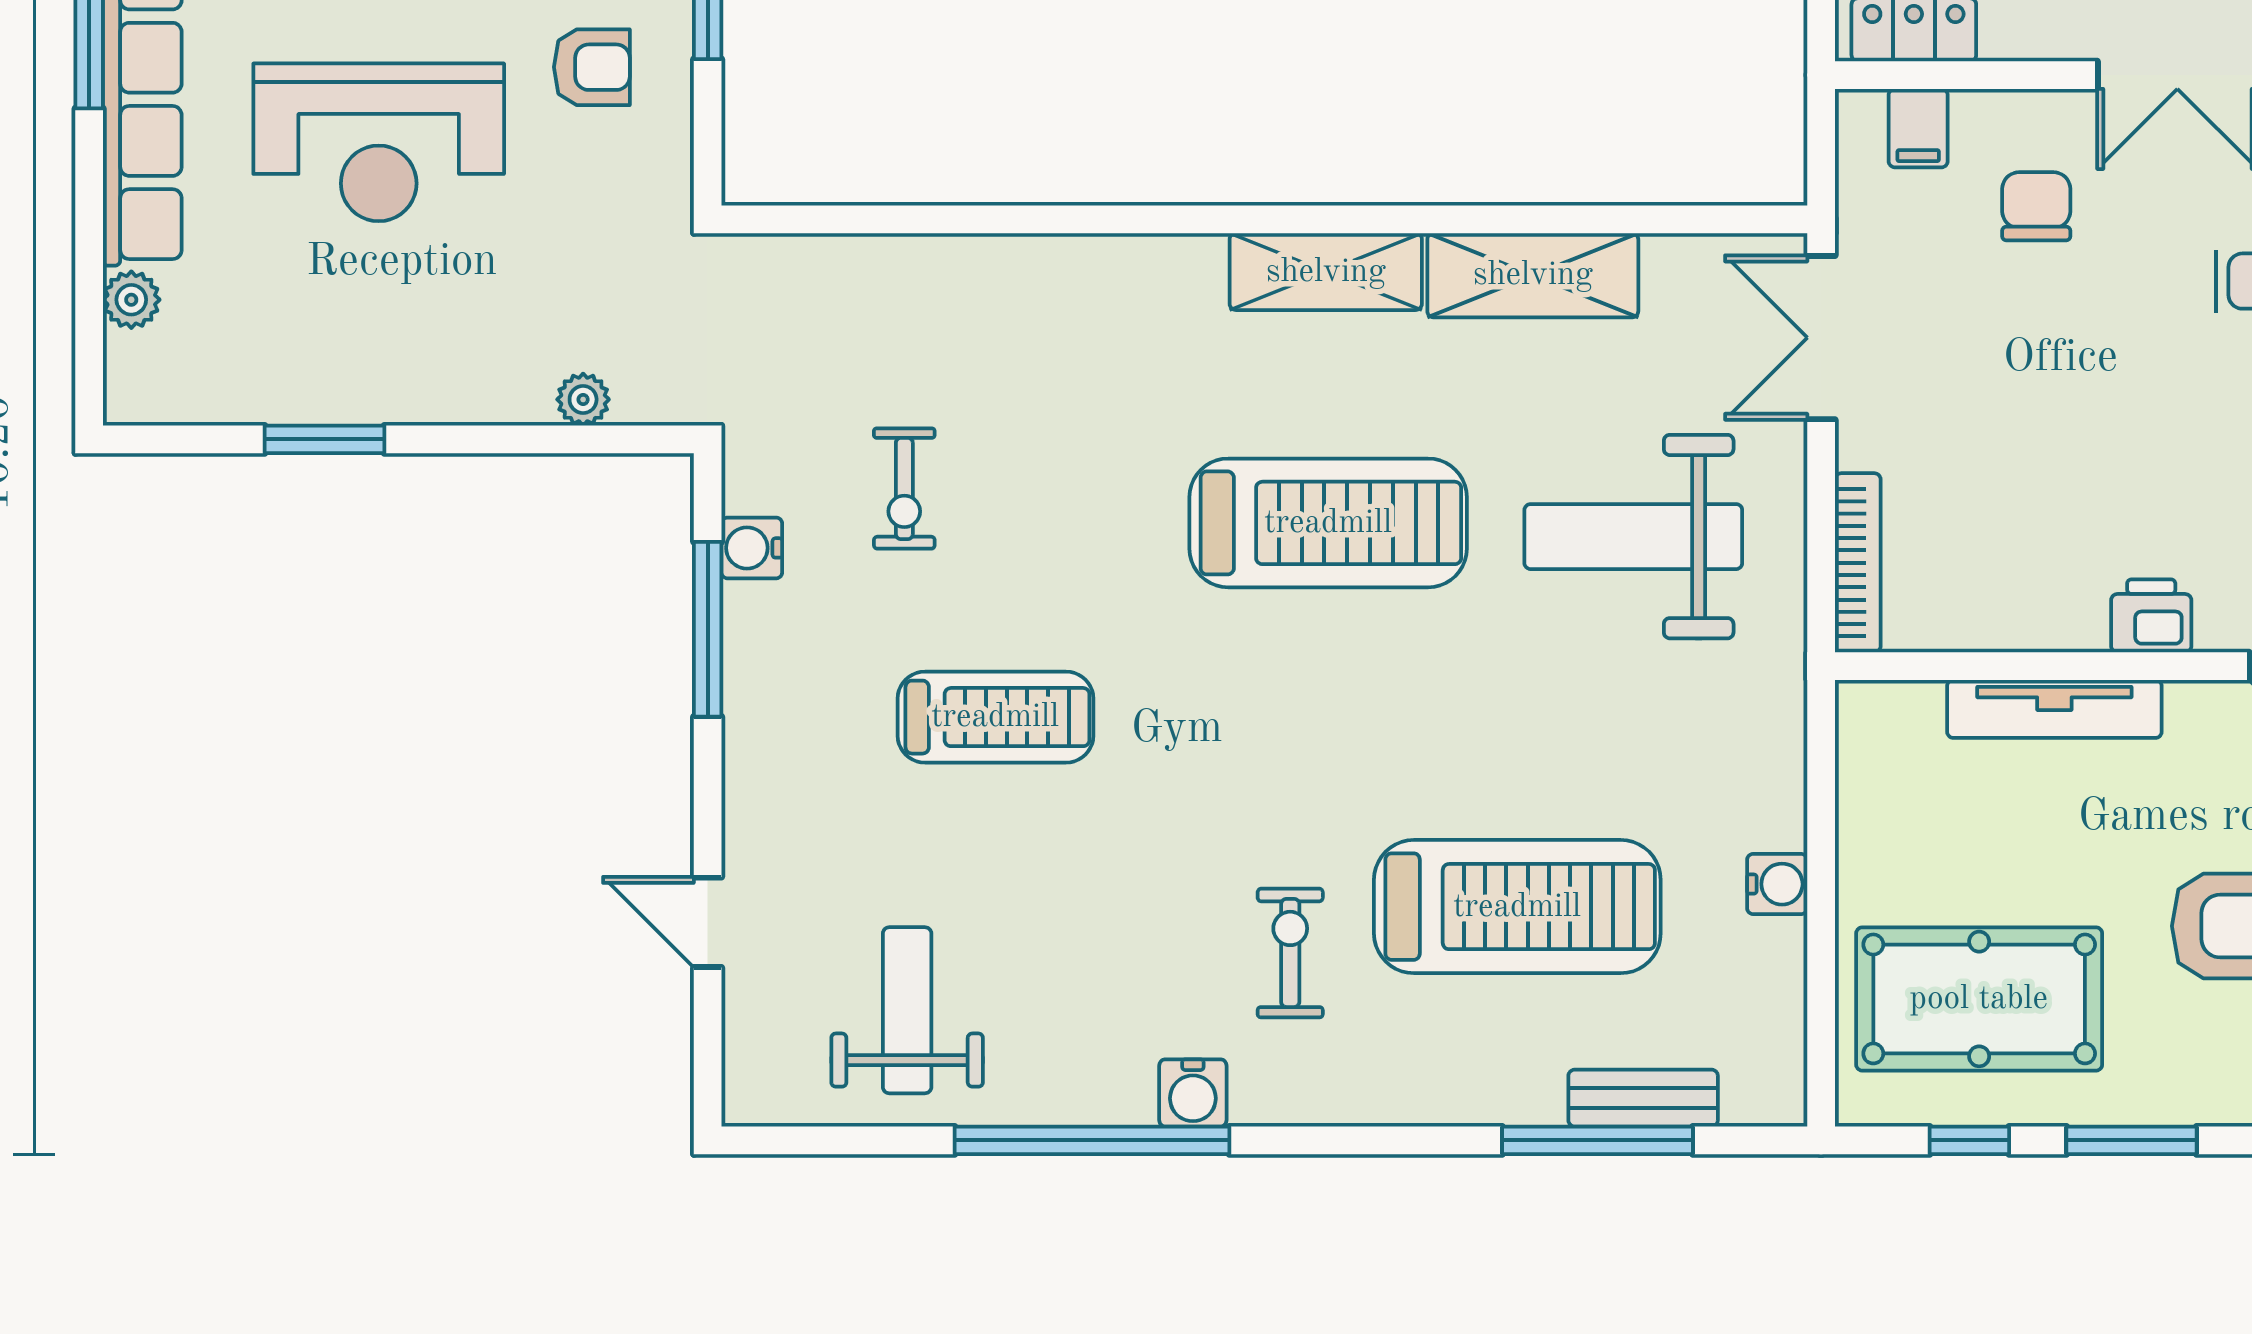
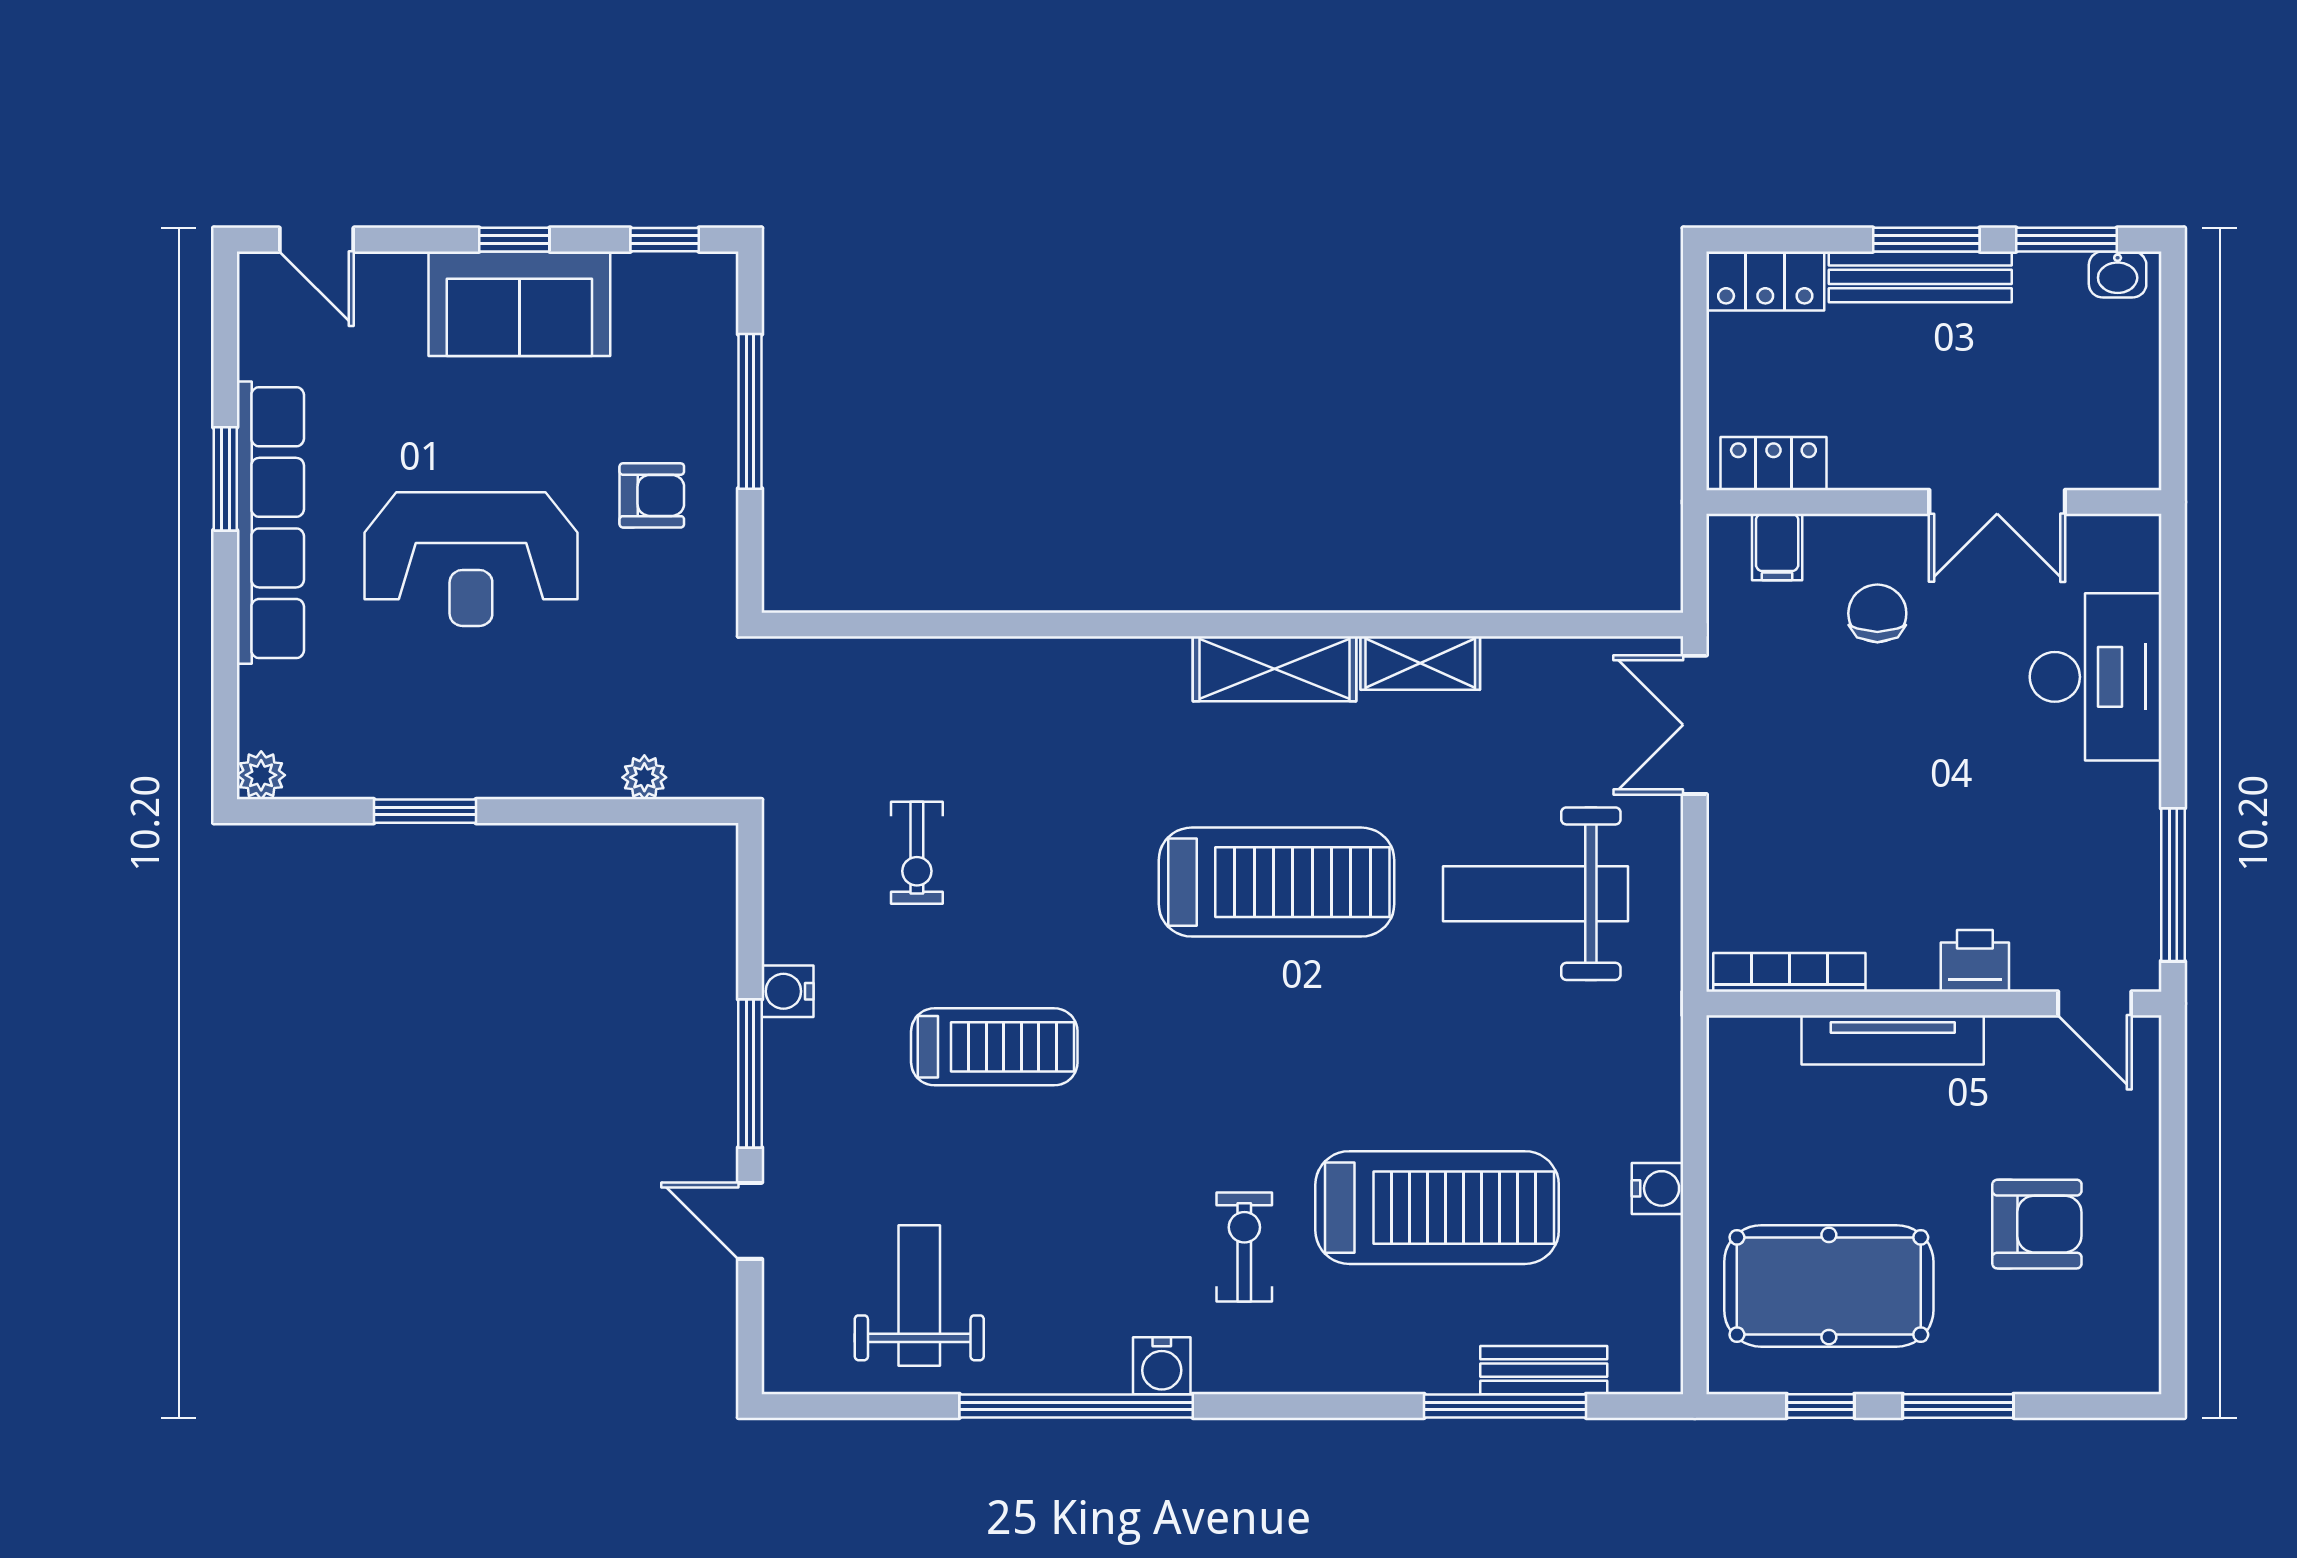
shelving: (1533, 275) -> (1420, 663), width x0.67, depth x0.75
plant: (131, 300) -> (261, 775), moved
water cooler: (752, 548) -> (788, 991), moved
bookcase: (1858, 563) -> (1789, 972), moved, turned -90
window: (708, 629) -> (750, 1073), moved

